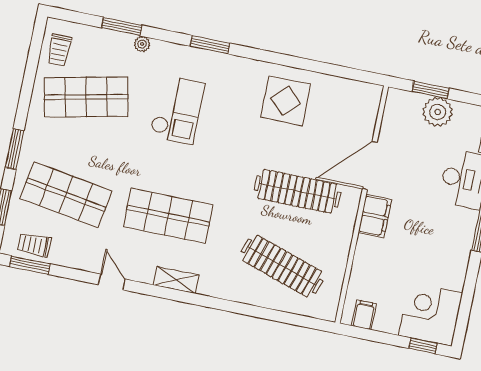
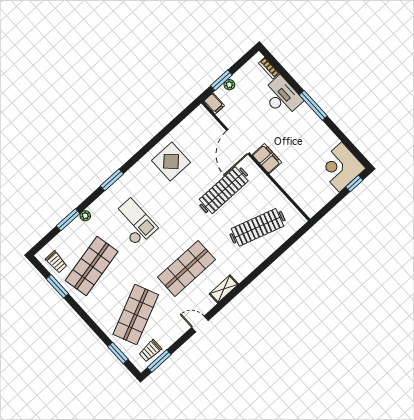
plant: (438, 112) -> (229, 85), width x0.53, depth x0.53
window: (15, 149) -> (57, 286), moved
shop shelf: (66, 195) -> (136, 315), turned -33
filing cabinet: (364, 315) -> (214, 104), moved, turned 180

